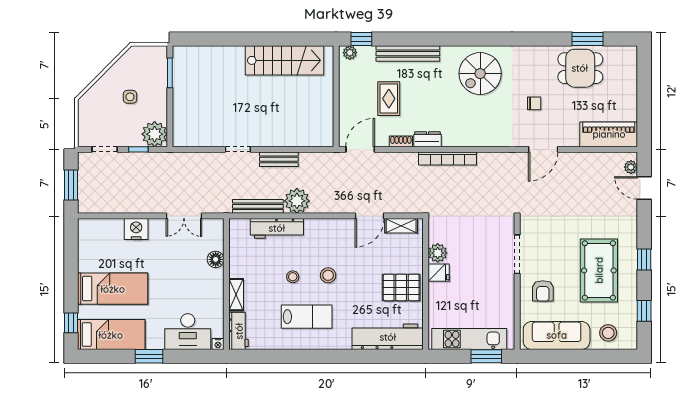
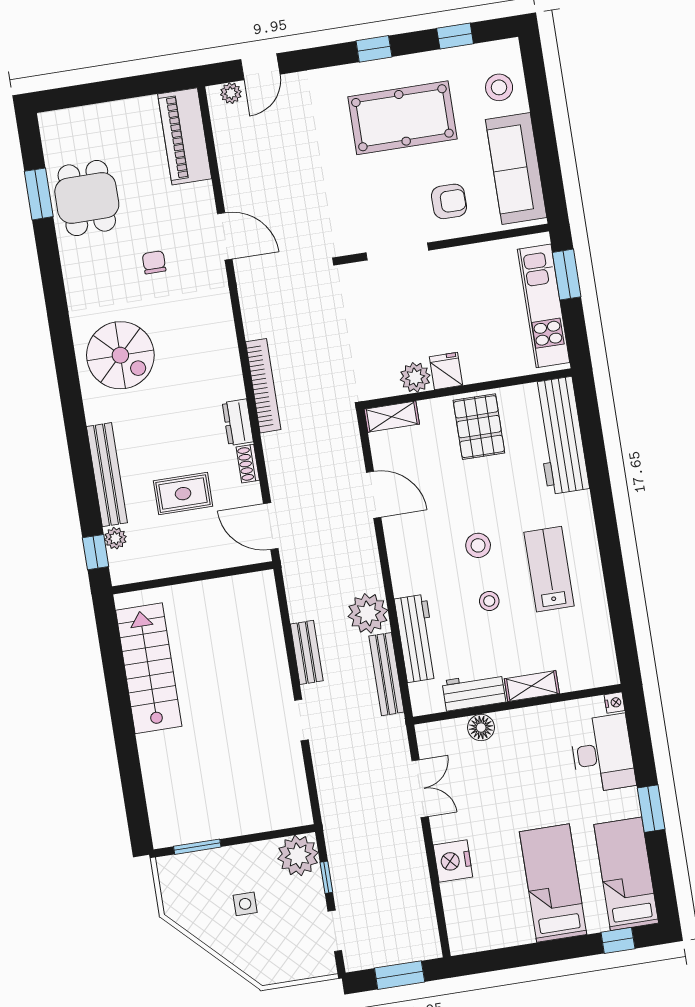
plant: (350, 53) -> (115, 538), moved
shelving: (401, 226) -> (392, 417), moved, turned 90
workbench: (239, 331) -> (474, 691), moved

